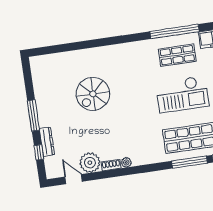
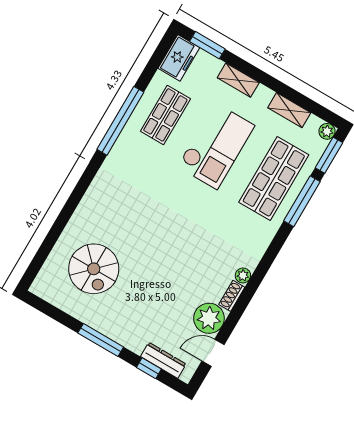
window: (175, 32) -> (120, 121), moved
spiral stairs: (93, 94) -> (94, 269), moved
dresser: (47, 142) -> (163, 360), moved

